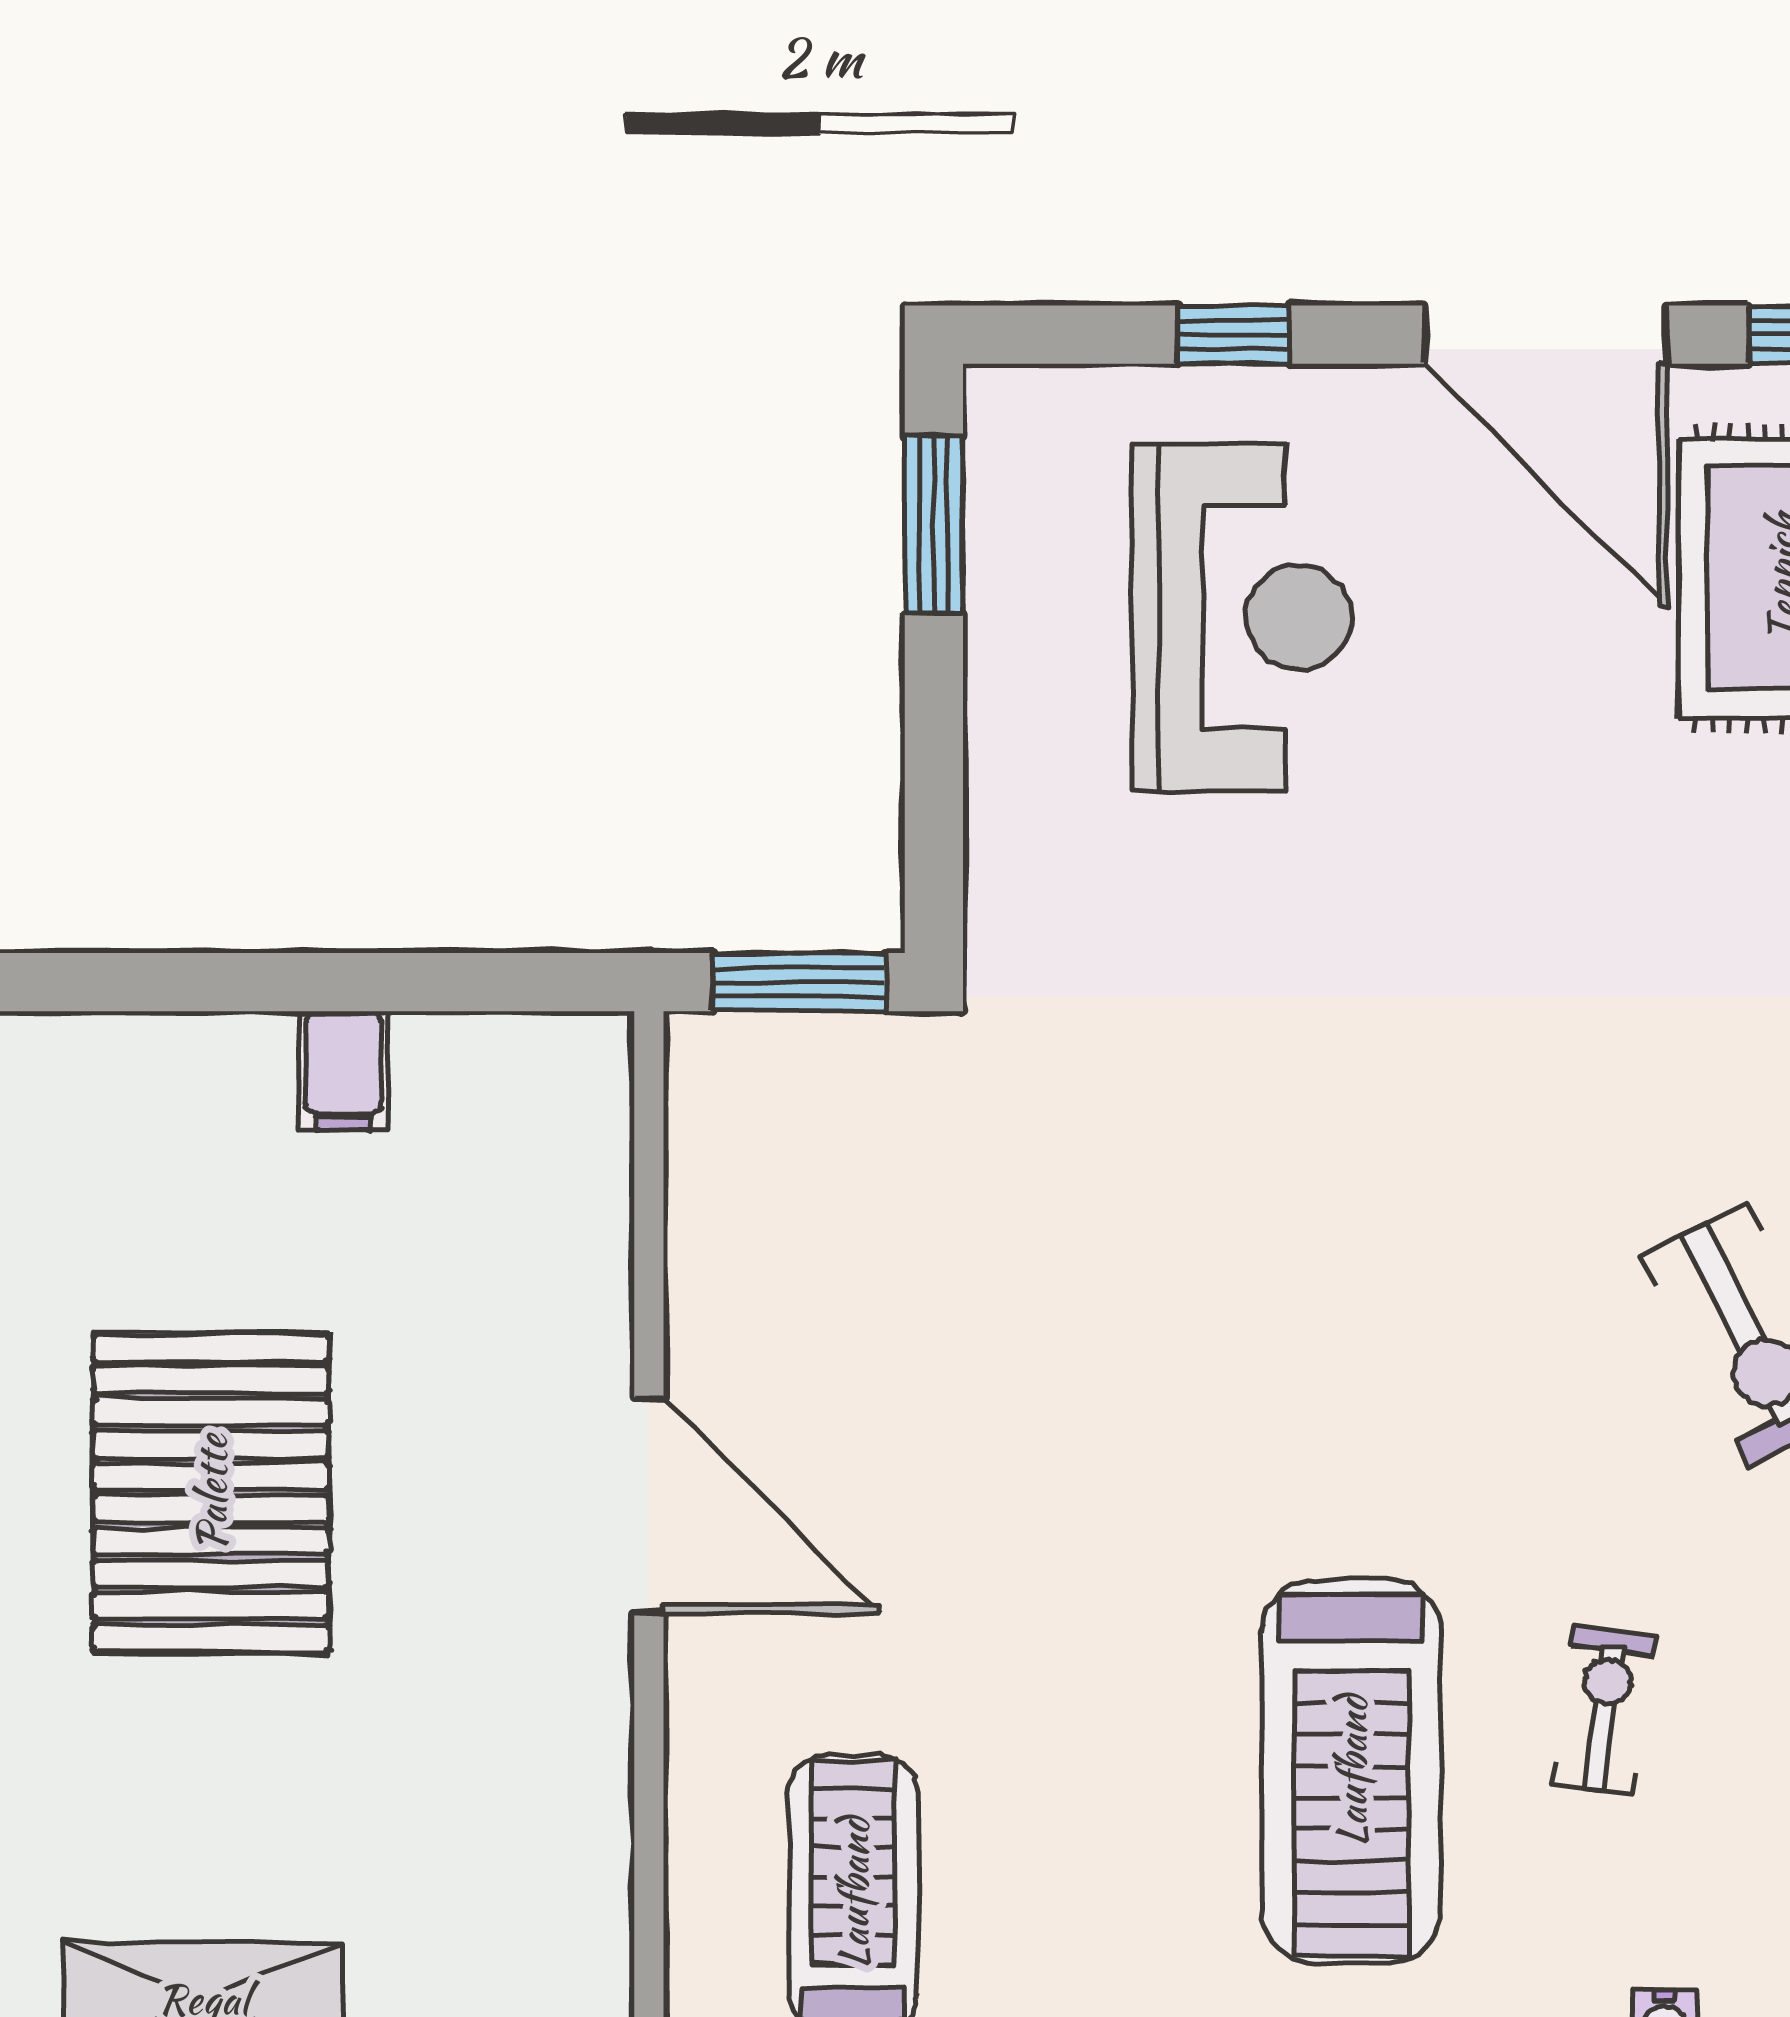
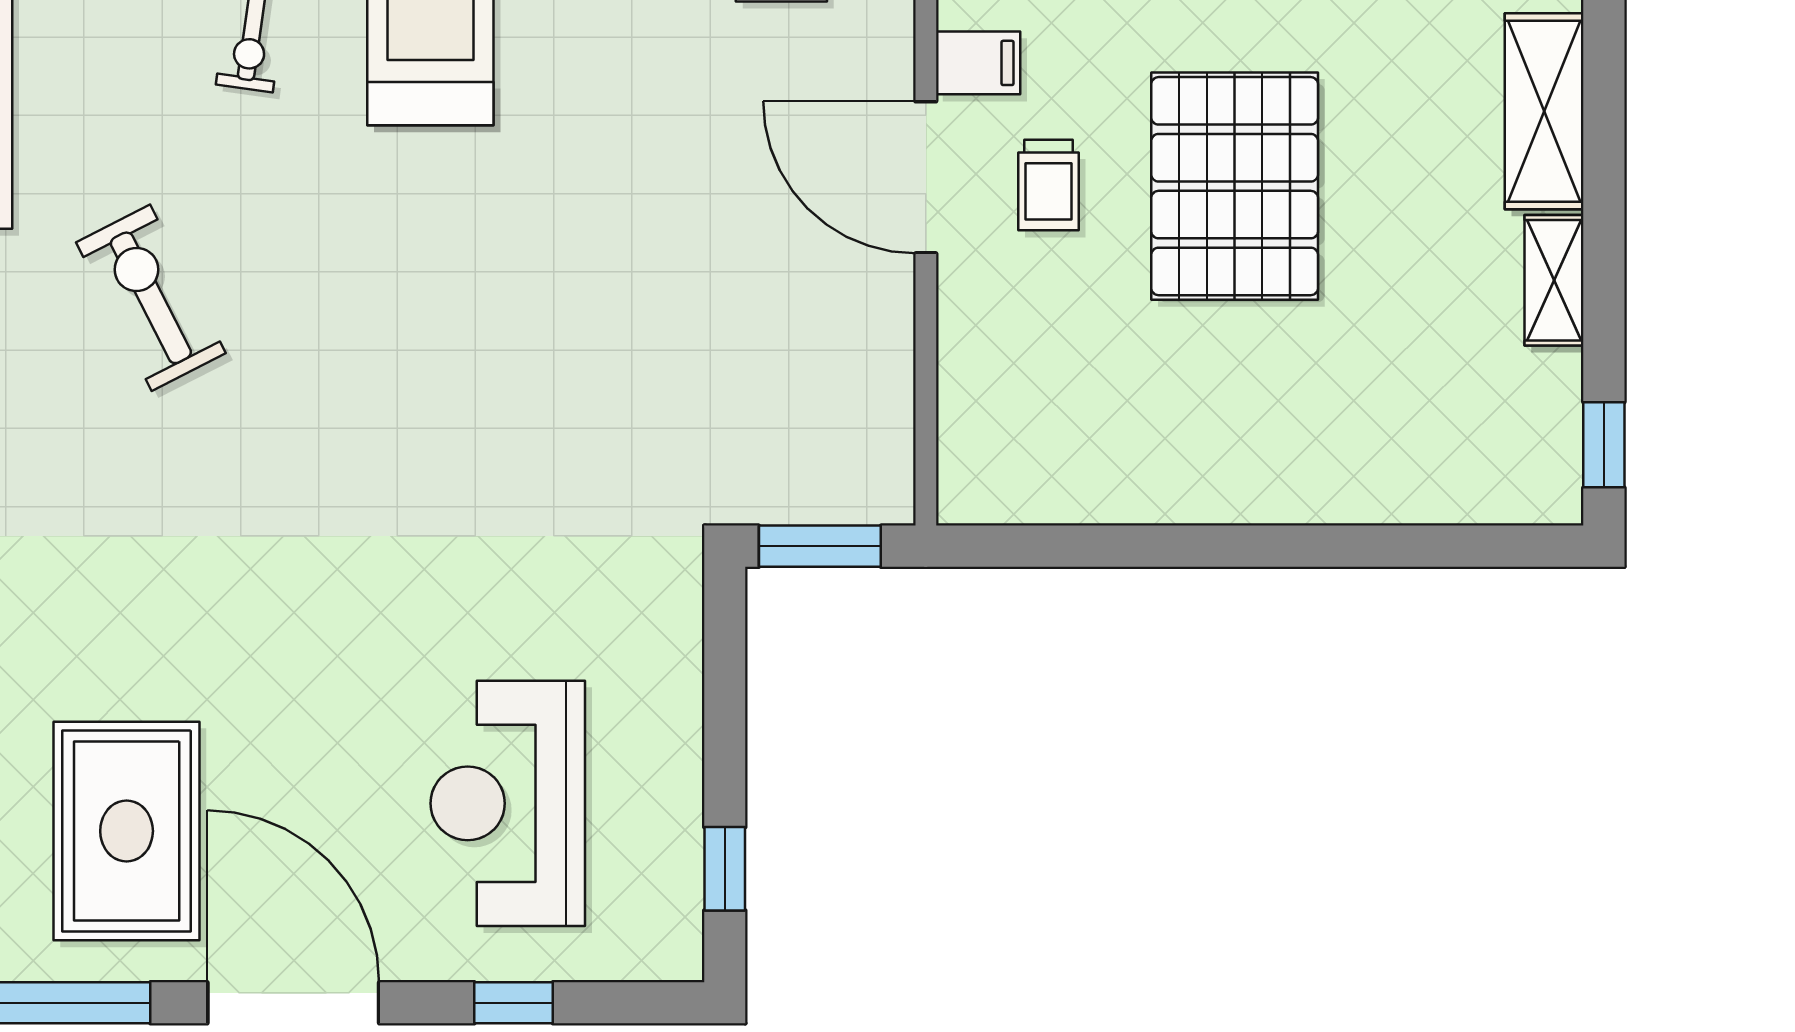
window: (934, 525) -> (725, 869), width x0.67
filing cabinet: (344, 1071) -> (978, 63), moved, turned 90
trolley: (475, 1494) -> (1048, 185), added

